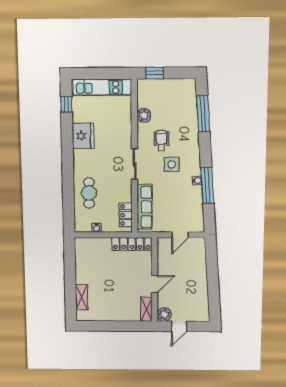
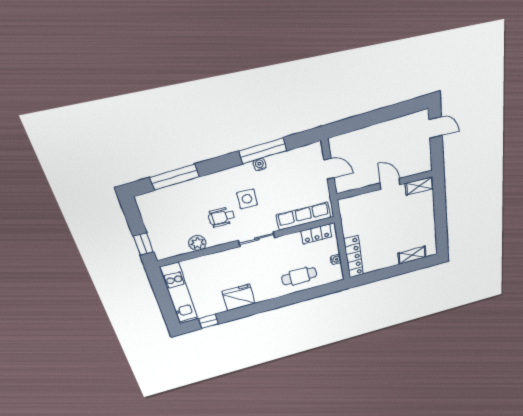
locker: (132, 244) -> (354, 257), moved
plant: (164, 315) -> (424, 165), removed
door: (179, 326) -> (436, 127), moved

